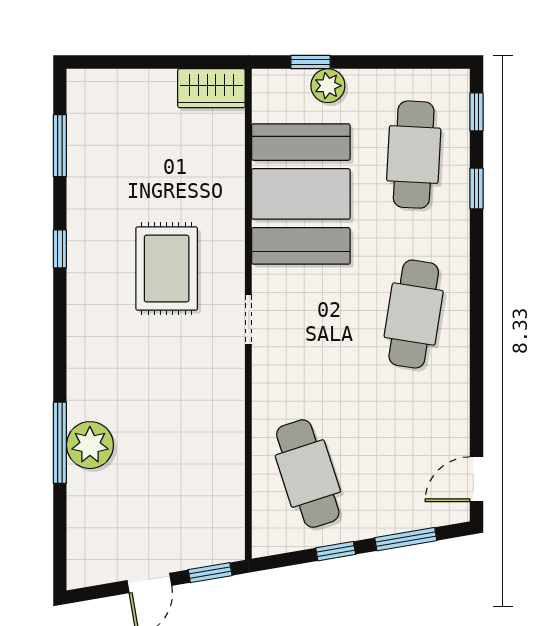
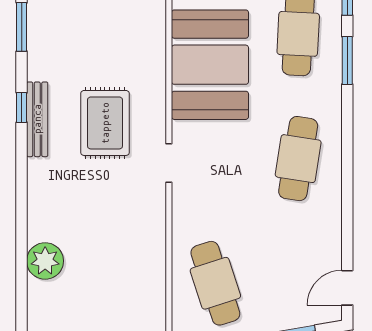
window: (476, 189) -> (347, 60), width x1.50
bench: (80, 264) -> (37, 119), added
window: (60, 443) -> (22, 259), removed

